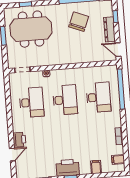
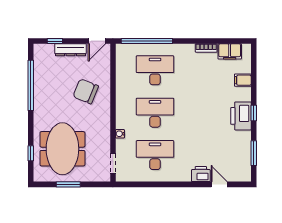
chair: (79, 22) -> (86, 91), moved
filing cabinet: (118, 159) -> (230, 51), width x2.00

